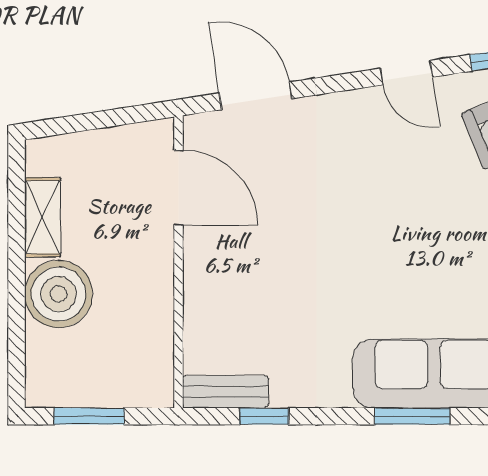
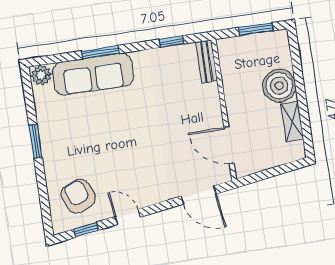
bench: (225, 392) -> (207, 61), moved, turned 90

